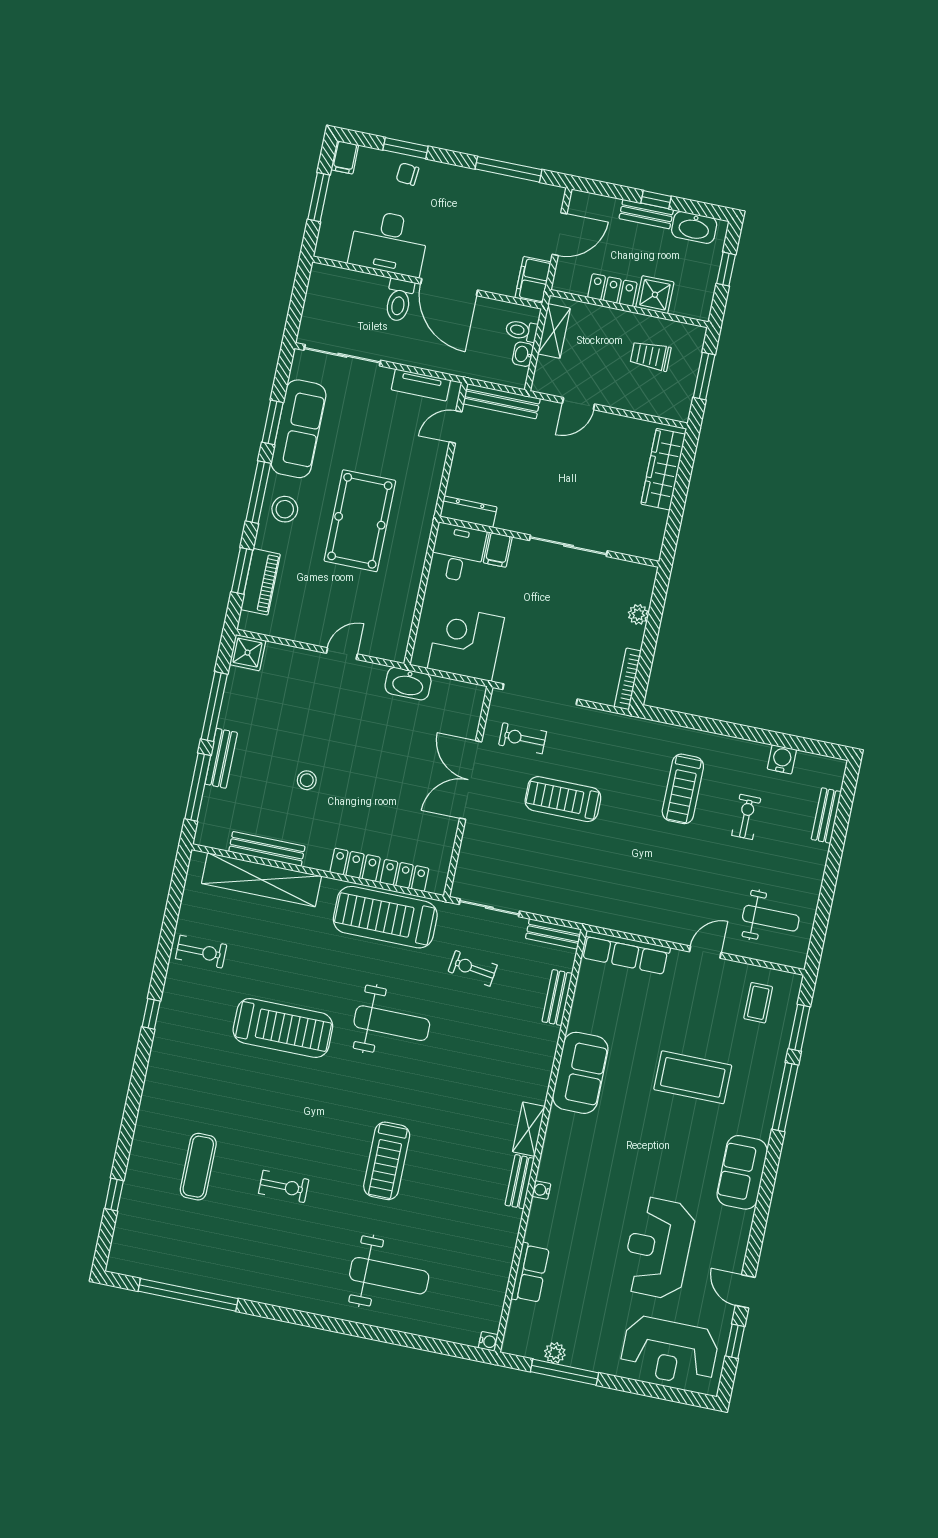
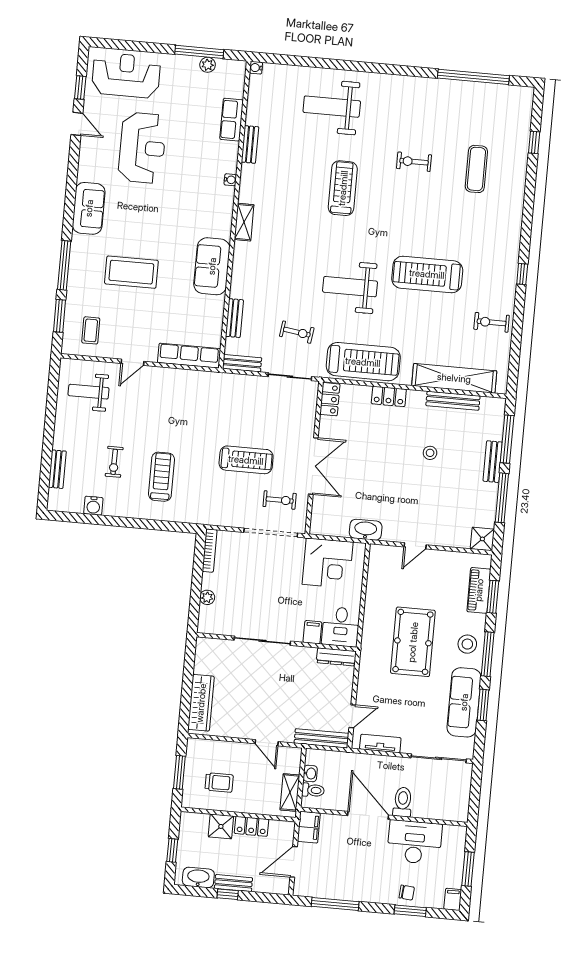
door: (579, 404) -> (267, 743), swing flipped
locker: (405, 875) -> (330, 399), moved, turned -90
bench: (520, 1182) -> (250, 144), moved

